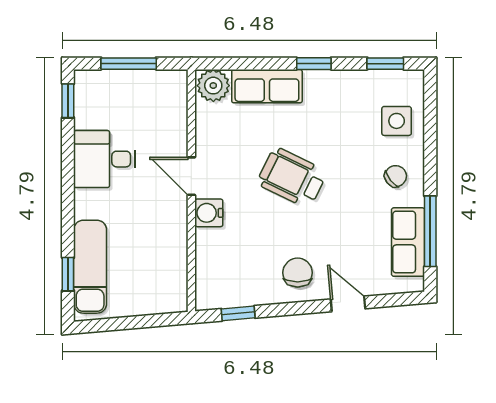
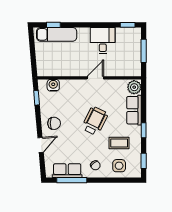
coffee table: (344, 121) -> (119, 143), added
water cooler: (209, 213) -> (53, 85), moved

